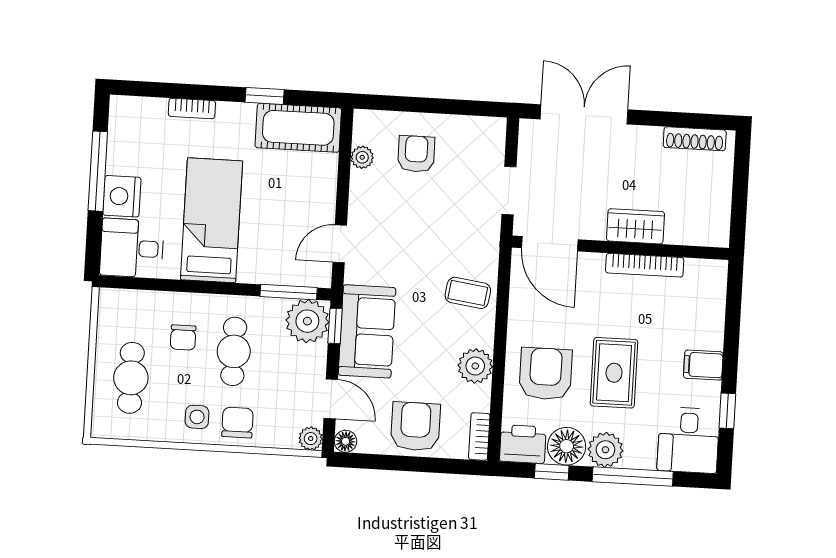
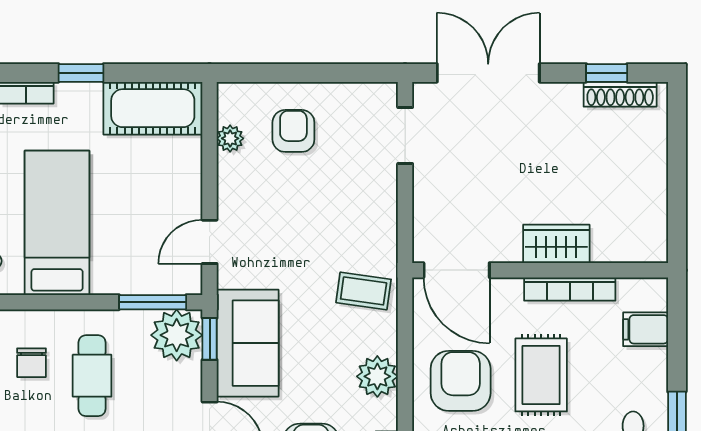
window: (265, 96) -> (81, 73), moved
window: (684, 120) -> (607, 73), added
doorway: (509, 191) -> (405, 136), moved
wardrobe: (635, 226) -> (556, 244), moved
door: (550, 244) -> (457, 270), moved
wall: (620, 248) -> (540, 270), moved
bookcase: (645, 265) -> (570, 289), moved
filing cabinet: (703, 365) -> (646, 329), moved

